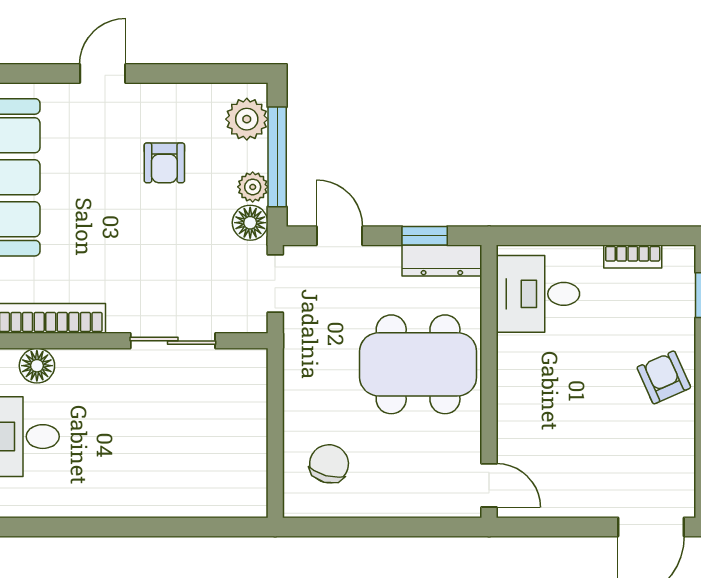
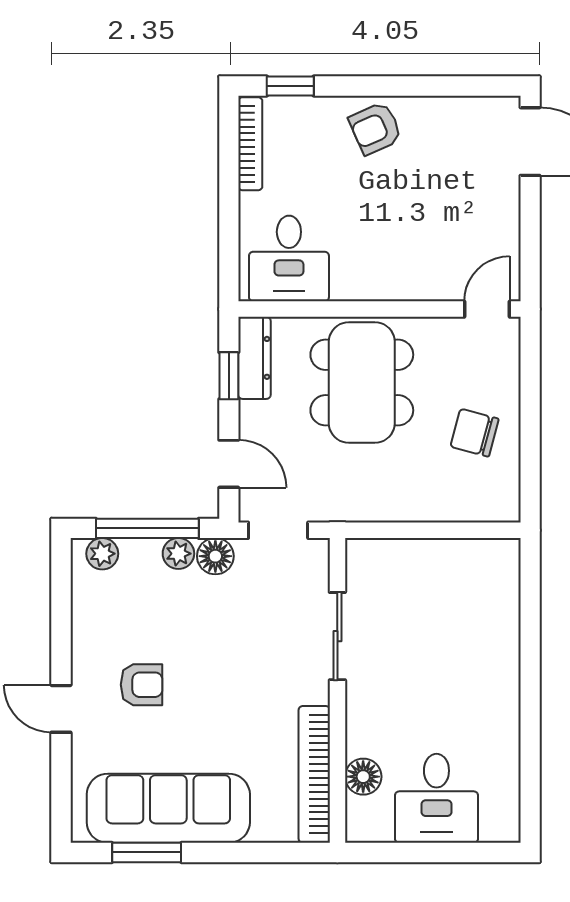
plant: (247, 119) -> (102, 554), width x0.73, depth x0.73
armchair: (164, 163) -> (142, 685), moved
door: (340, 236) -> (229, 464), swing flipped
bookcase: (633, 256) -> (250, 144), width x1.56
chair: (329, 464) -> (475, 433), moved

